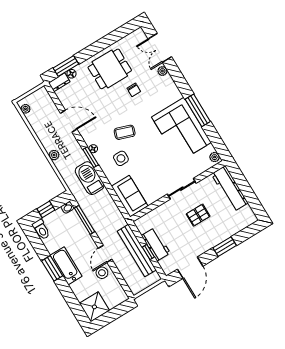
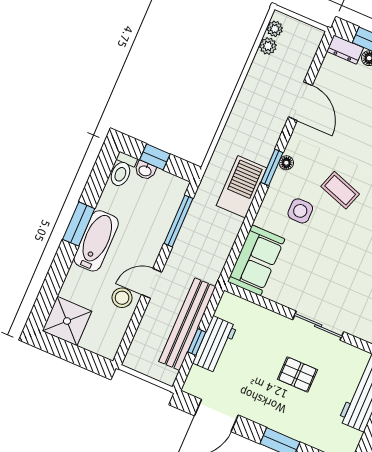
plant: (54, 155) -> (268, 46), moved
washbasin: (67, 207) -> (145, 170), moved

